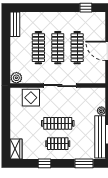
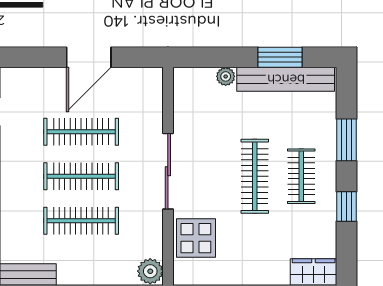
window: (84, 163) -> (347, 140), moved

